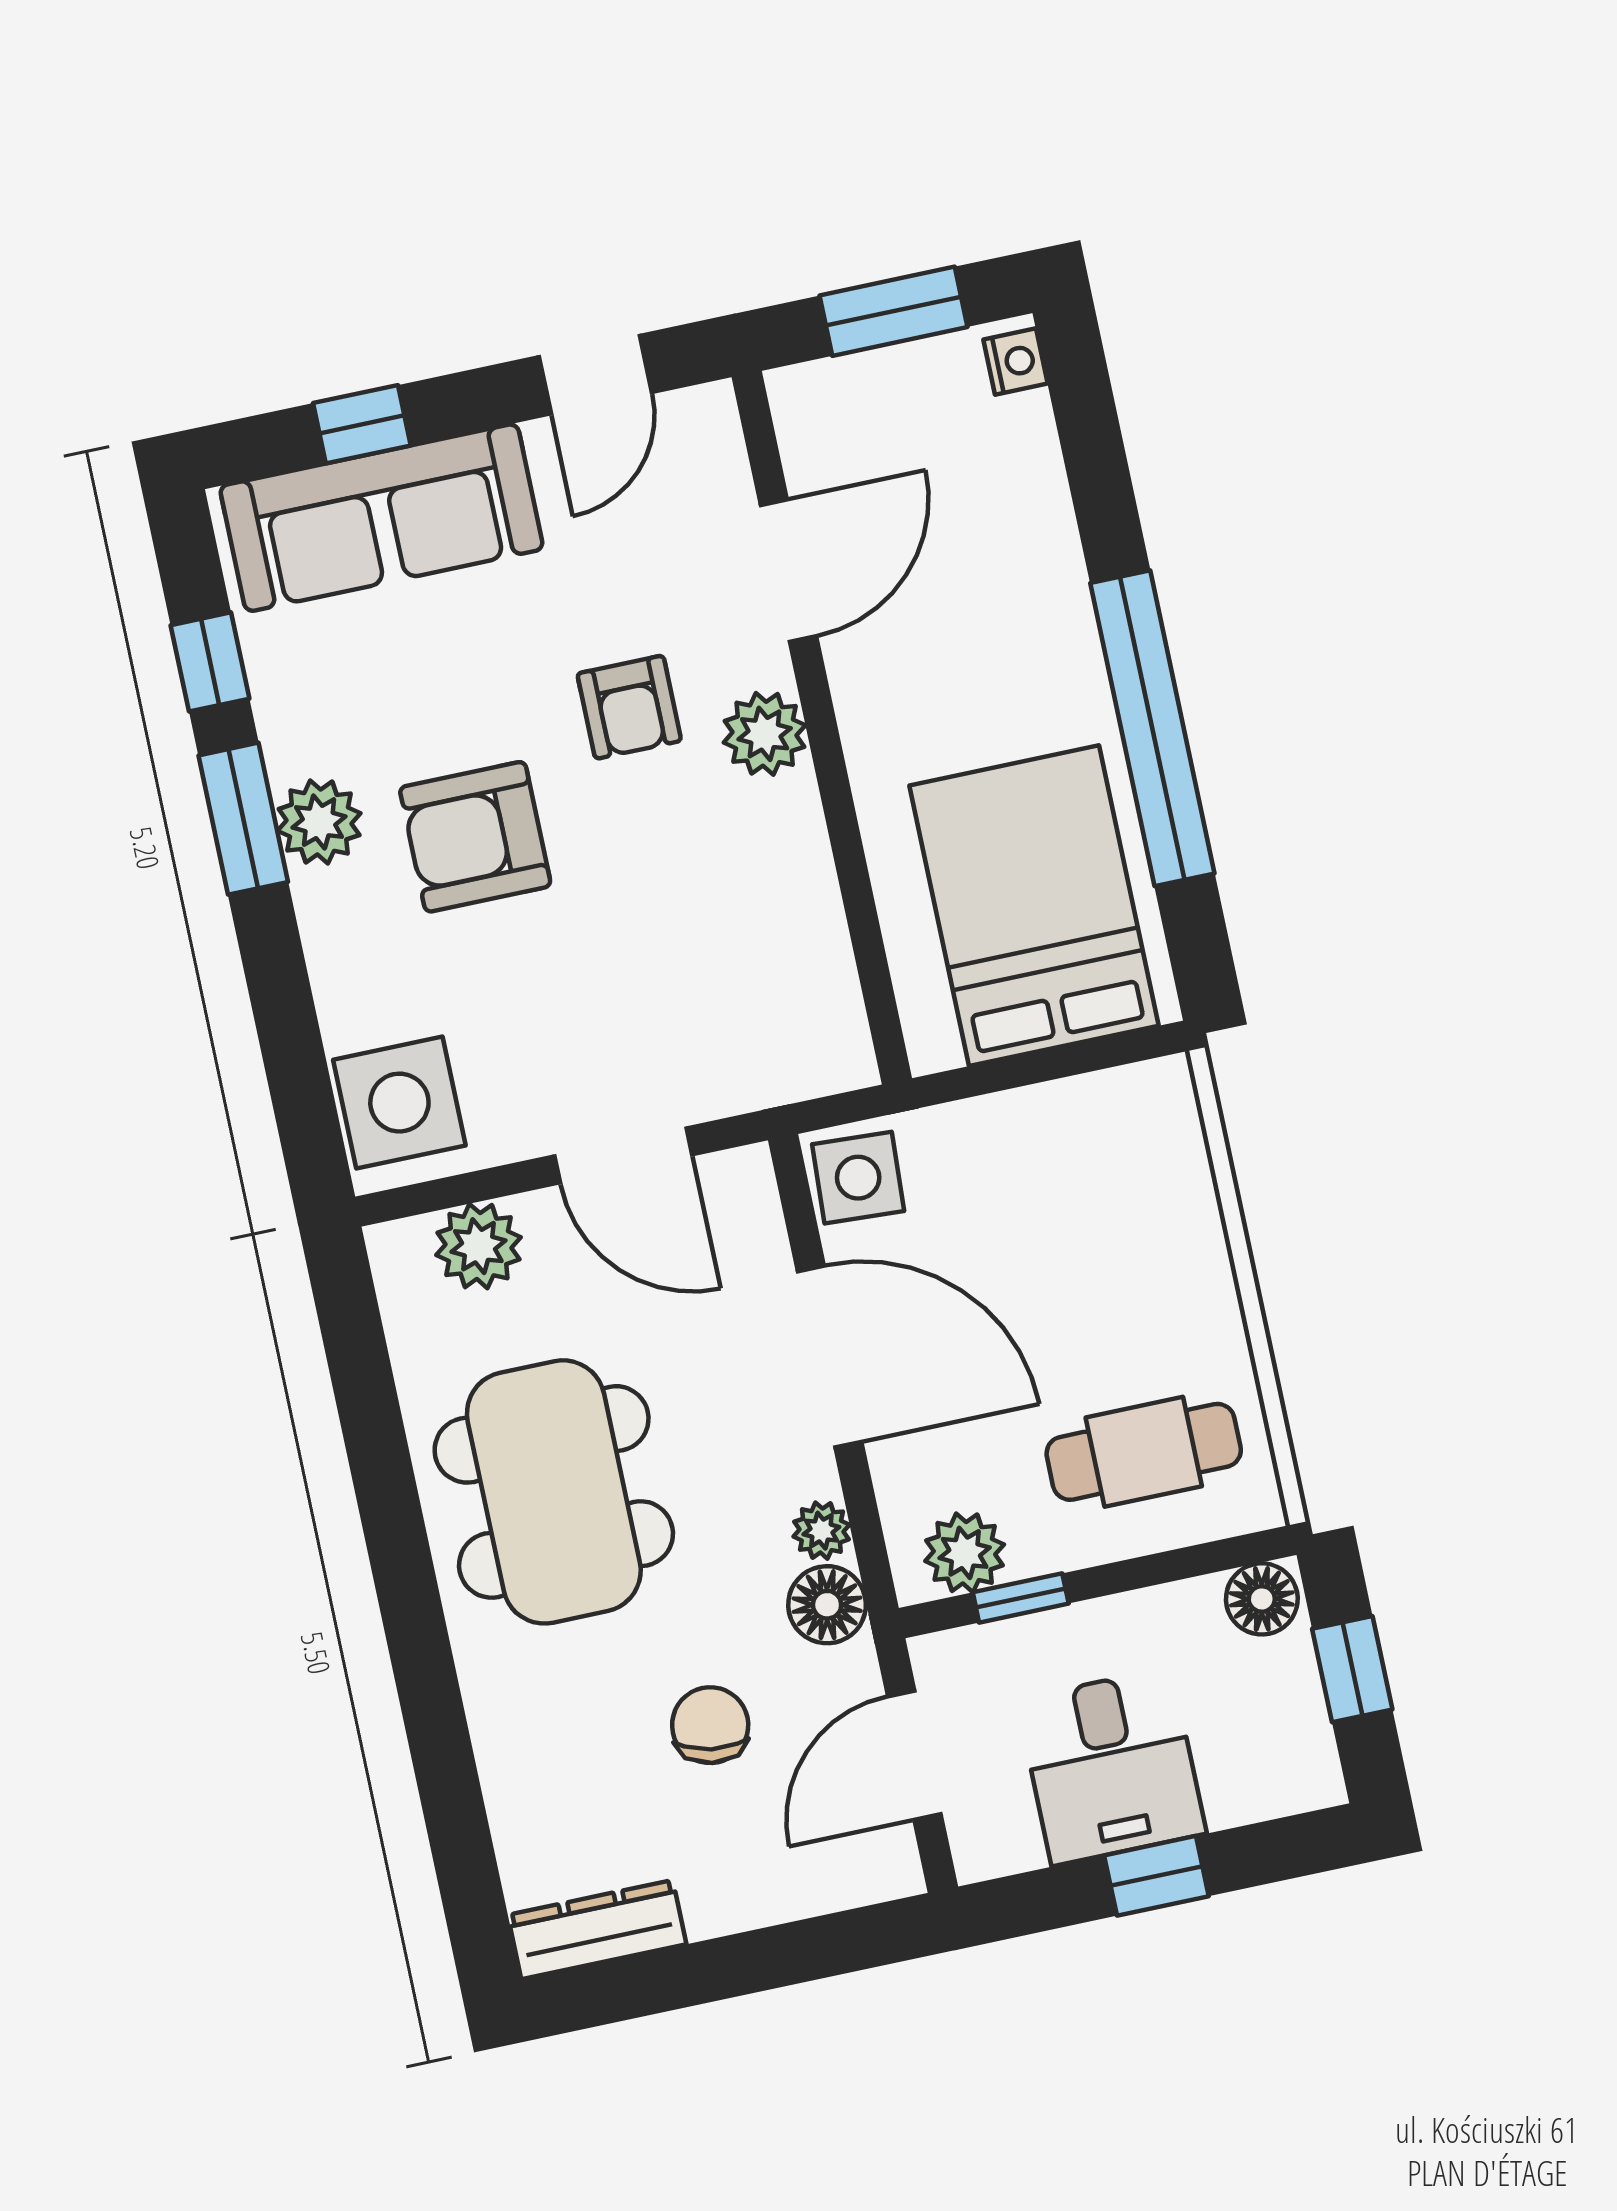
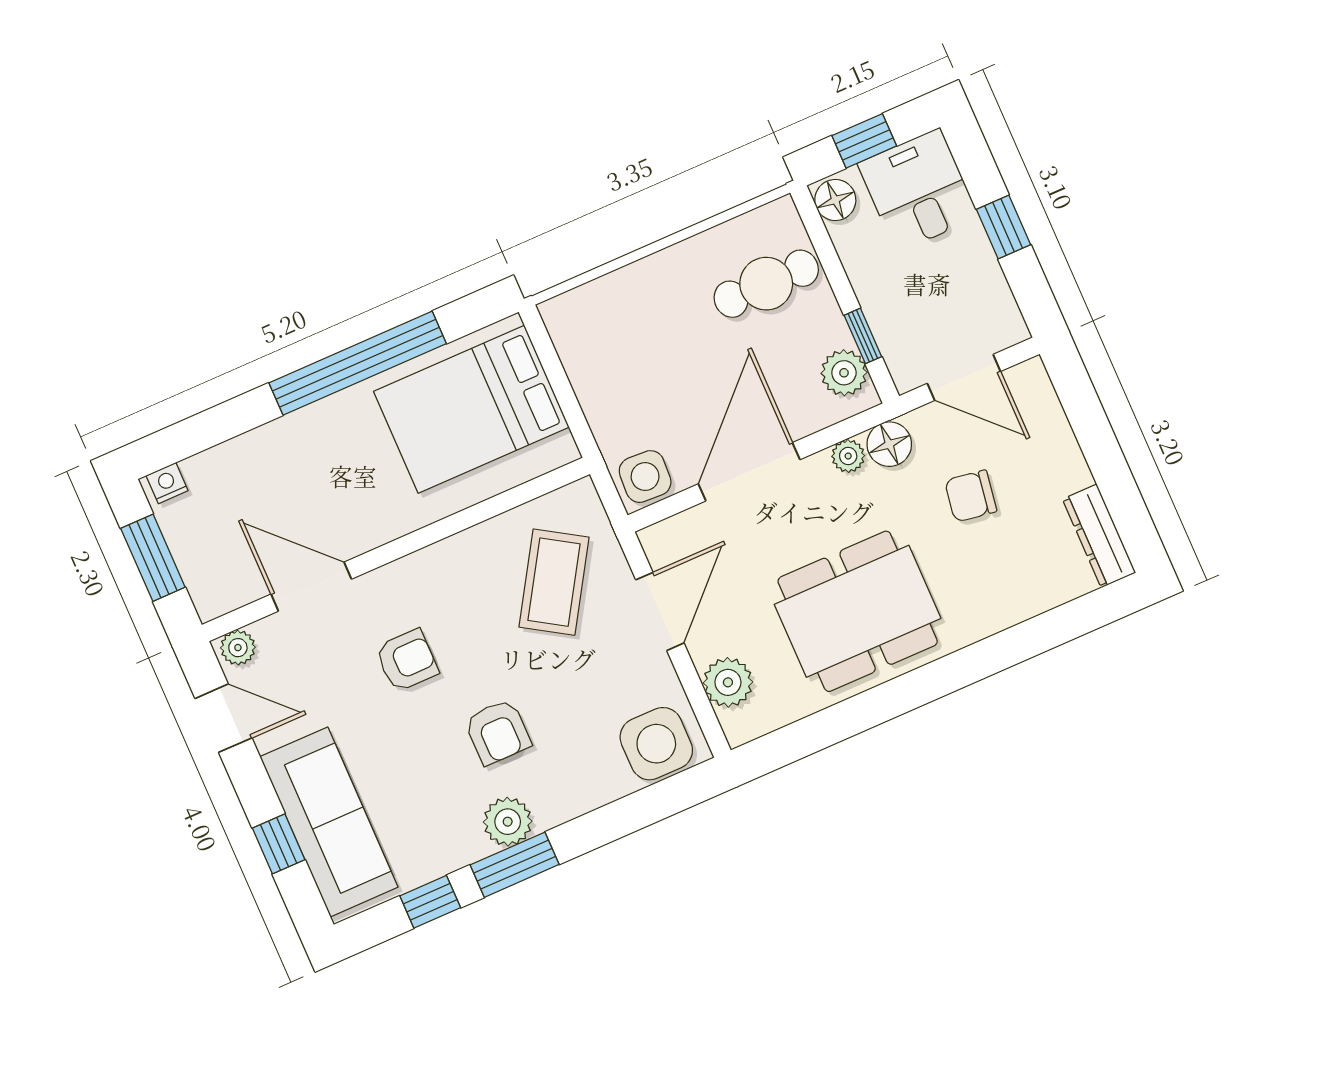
plant: (765, 734) -> (238, 648), moved, width x0.73, depth x0.73
armchair: (475, 837) -> (498, 732), width x0.72, depth x0.72
coffee table: (710, 985) -> (554, 582), added
cafe table: (1144, 1452) -> (766, 284), turned 90
desk: (1111, 1766) -> (918, 190), moved, turned -90

